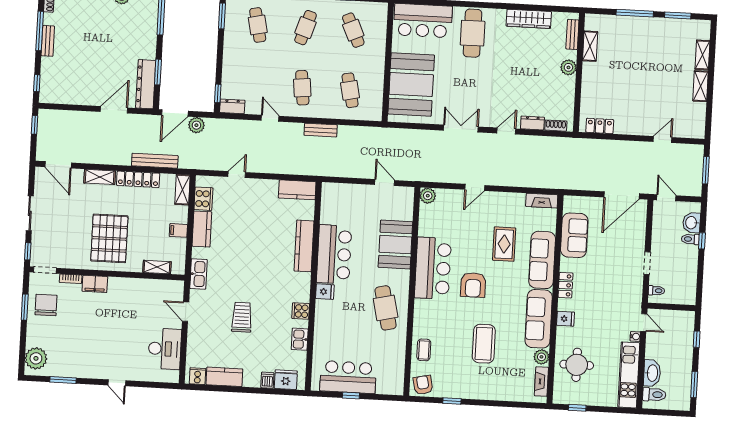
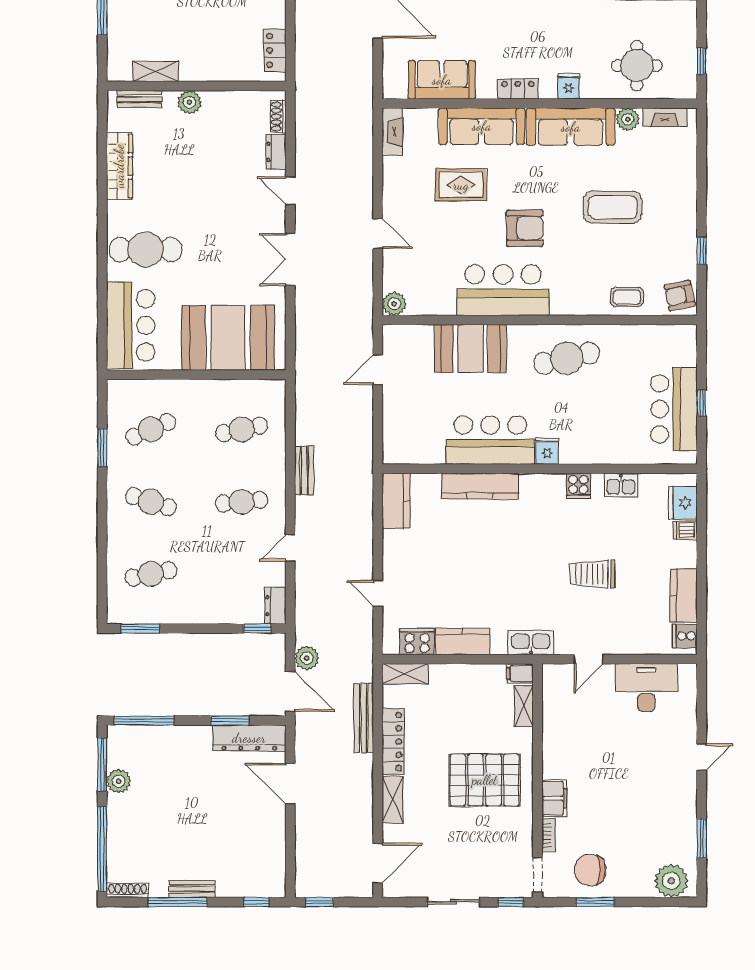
filing cabinet: (178, 230) -> (520, 673), moved, turned 90

